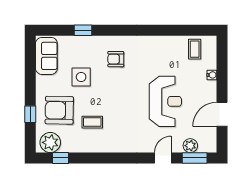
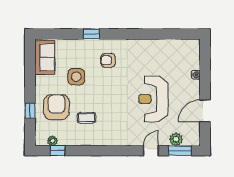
window: (83, 30) -> (91, 34), moved
coffee table: (195, 49) -> (180, 51), removed
reception desk: (165, 101) -> (153, 99), turned 180
armchair: (59, 110) -> (56, 107), turned 89
plant: (50, 142) -> (52, 141), width x0.53, depth x0.53

